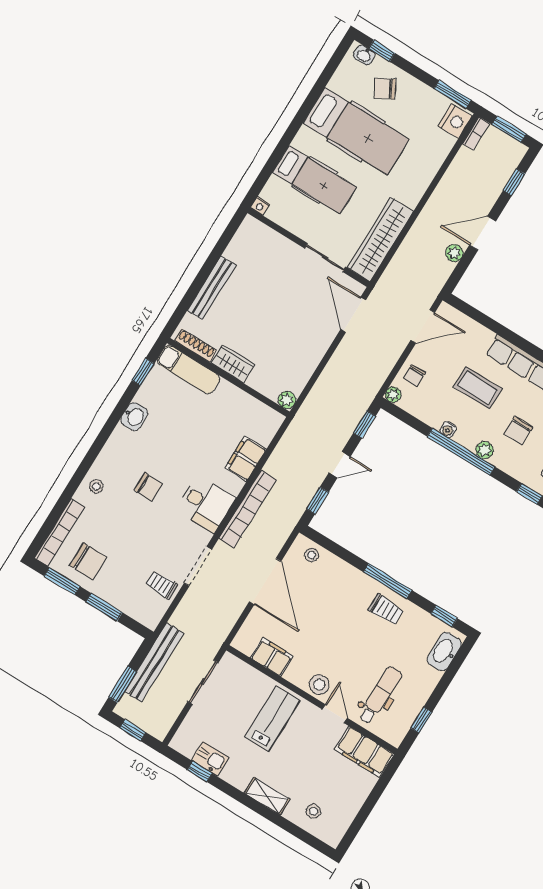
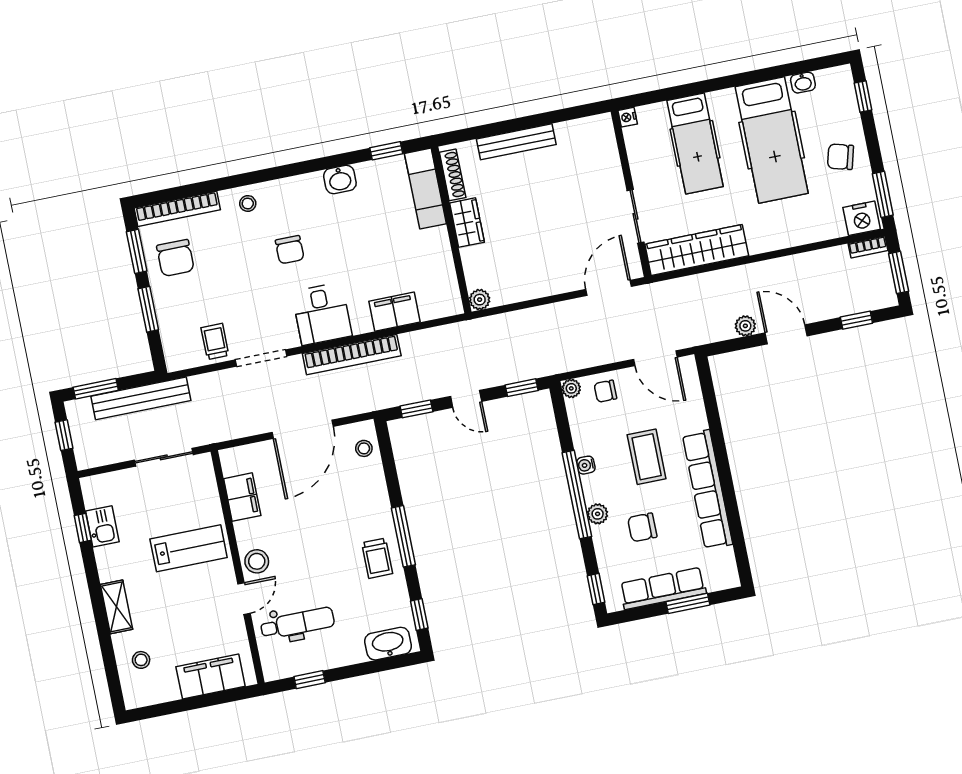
washbasin: (364, 55) -> (803, 83), moved, turned -90
chair: (385, 89) -> (841, 157), moved, turned -47
filing cabinet: (364, 752) -> (211, 676), moved, turned 90

